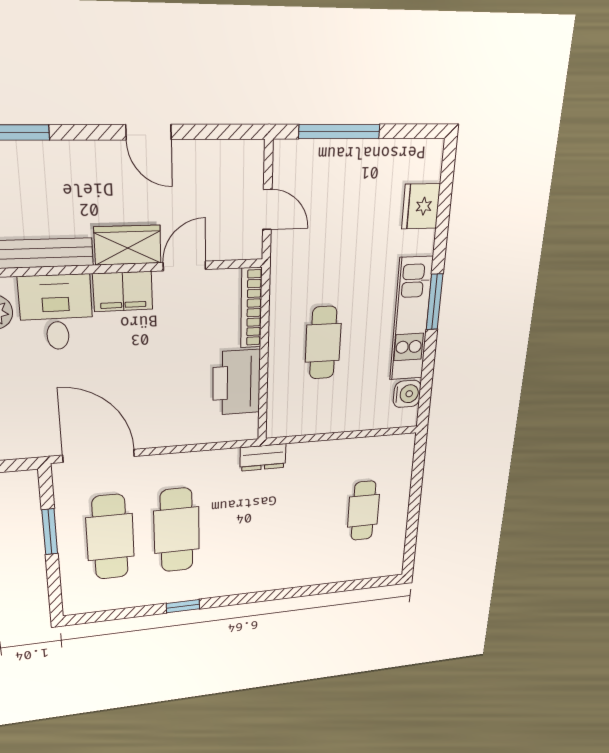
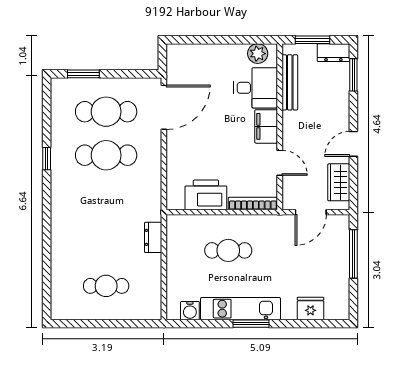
door: (267, 209) -> (311, 212), width x1.38
wardrobe: (128, 245) -> (339, 182), moved, turned 180
dresser: (263, 457) -> (153, 237), moved
window: (50, 532) -> (83, 74), moved

